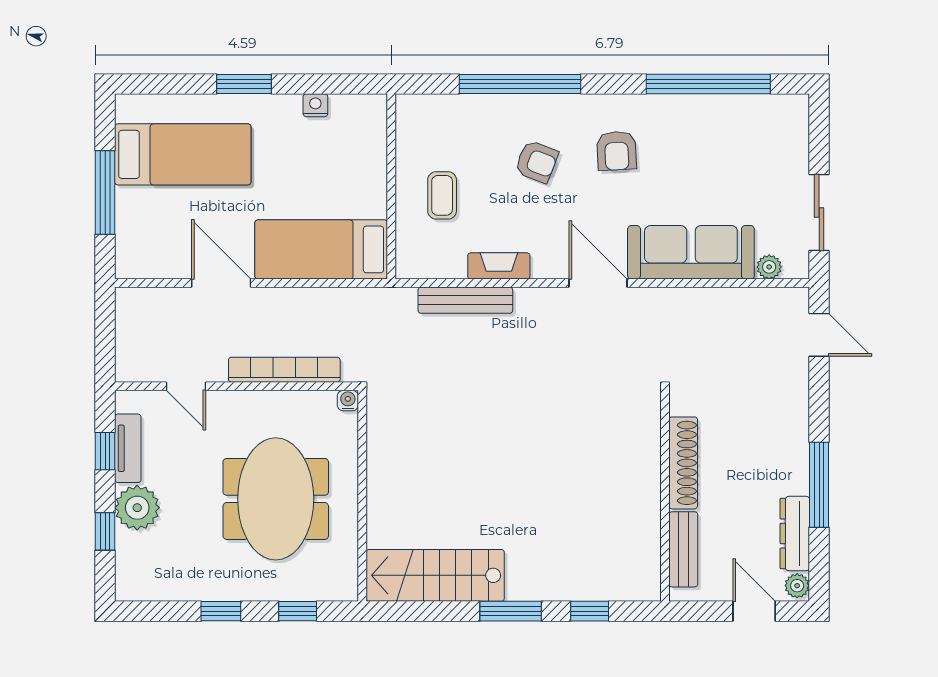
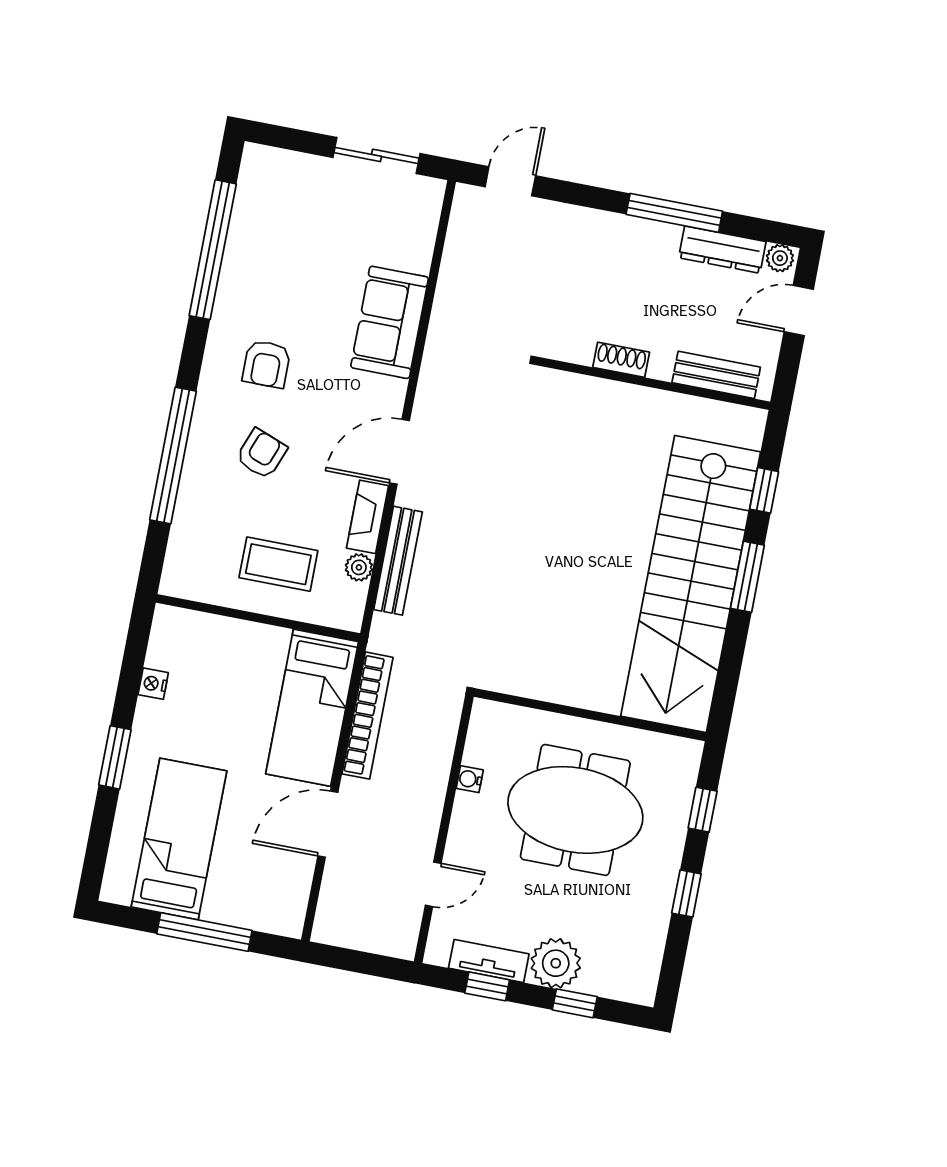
armchair: (617, 151) -> (266, 364), turned 93
coffee table: (442, 195) -> (278, 564), width x1.36, depth x1.30
sofa: (691, 252) -> (390, 322), width x0.73
plant: (769, 267) -> (359, 567), moved
door: (598, 283) -> (400, 452), moved
bookcase: (284, 370) -> (367, 716), moved, turned 180
water cooler: (348, 401) -> (470, 779), moved
shoe rack: (683, 463) -> (621, 360), width x0.51, depth x0.81
stairs: (435, 575) -> (691, 584), width x1.86, depth x1.51

